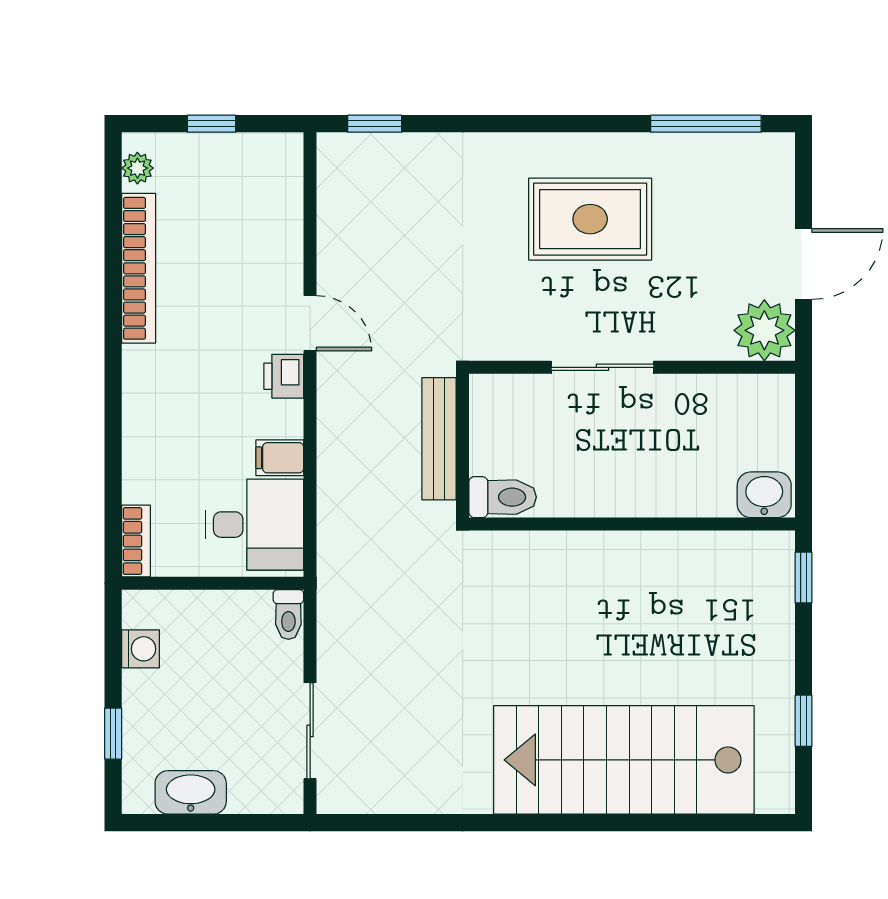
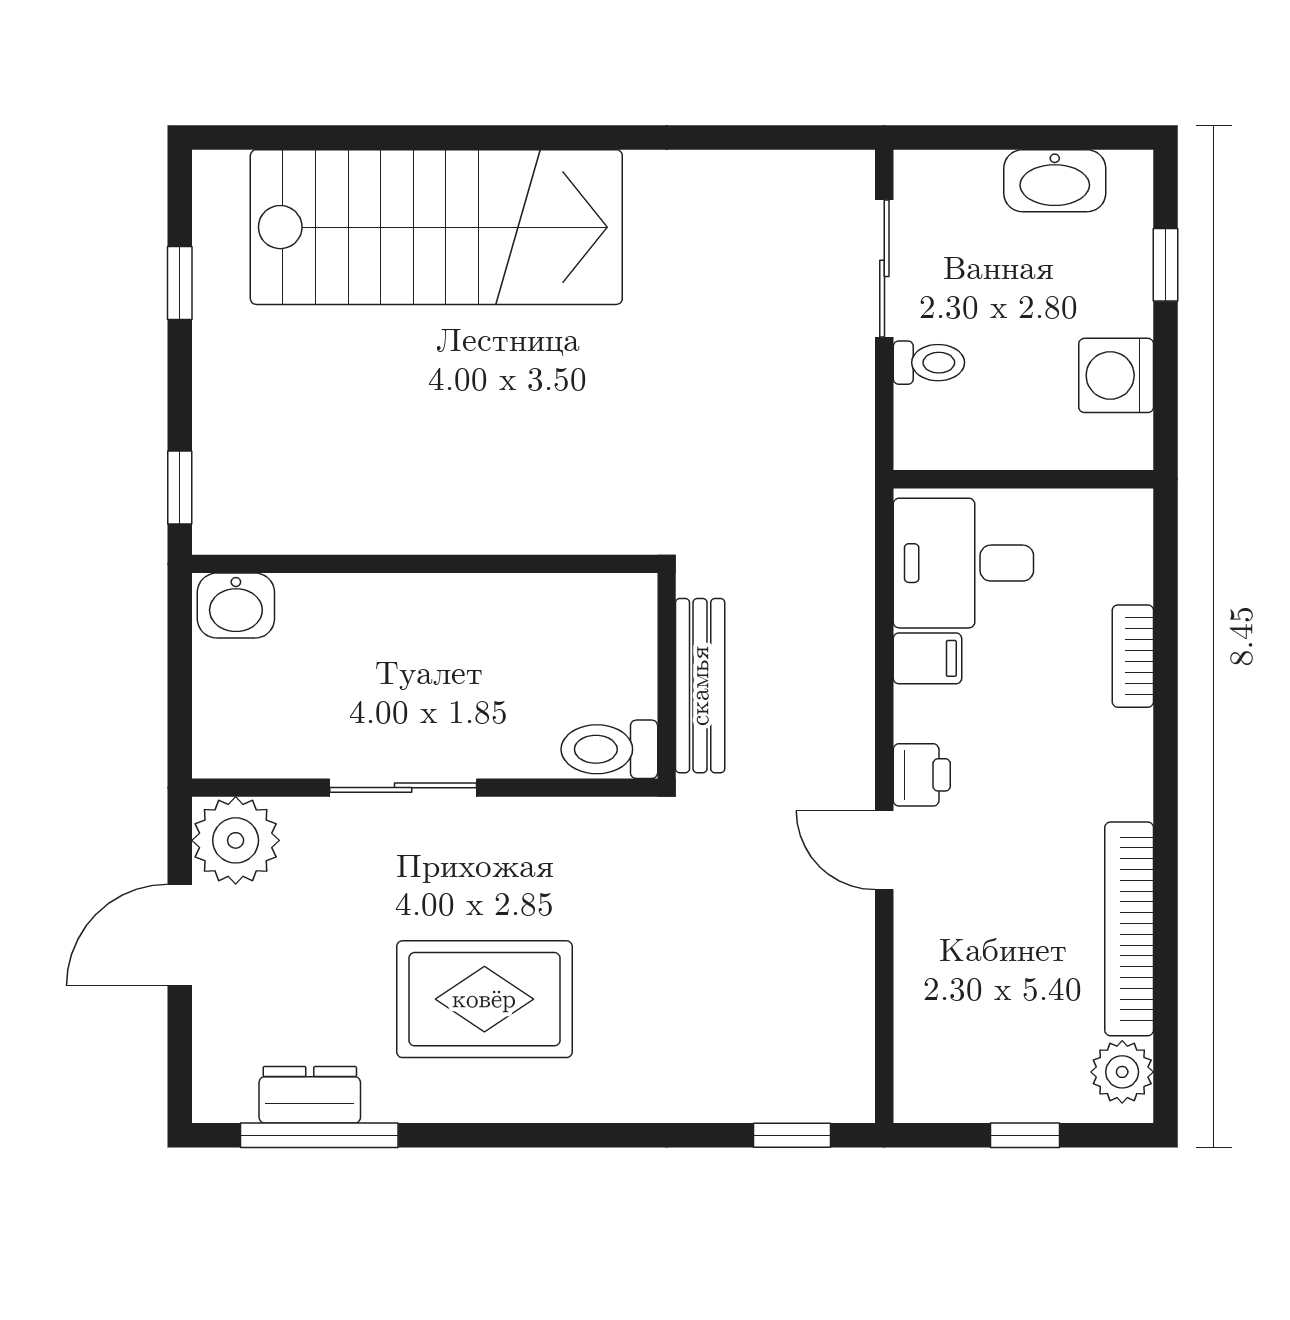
dresser: (712, 152) -> (310, 1095), added
plant: (137, 168) -> (1122, 1072), width x1.38, depth x1.38
sliding door: (603, 367) -> (403, 788), moved
toilet: (503, 497) -> (609, 749), moved
bookcase: (136, 541) -> (1133, 656), moved
toilet: (288, 615) -> (929, 363), moved, turned 90
washing machine: (140, 649) -> (1116, 375), width x1.38, depth x1.38

